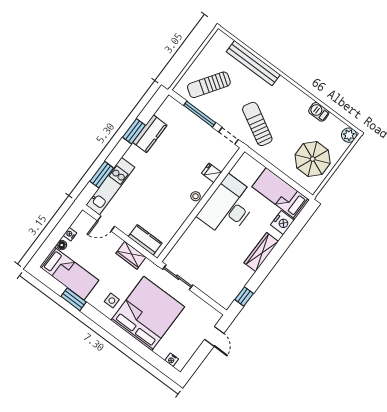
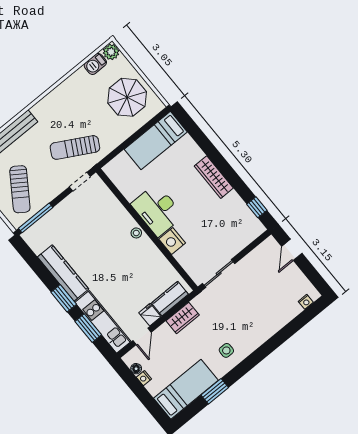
barbecue: (319, 112) -> (95, 64), moved
window: (200, 114) -> (36, 218), moved
window: (134, 131) -> (64, 298), moved
kitchen counter: (150, 134) -> (63, 273), width x1.50
fridge: (212, 173) -> (150, 315), moved, turned 90
desk: (228, 207) -> (157, 210), width x0.73, depth x0.77
nightstand: (282, 223) -> (172, 241), moved, turned 180
floor lamp: (62, 245) -> (136, 369), moved
bed: (148, 313) -> (250, 315), removed
door: (214, 336) -> (292, 250), swing flipped

